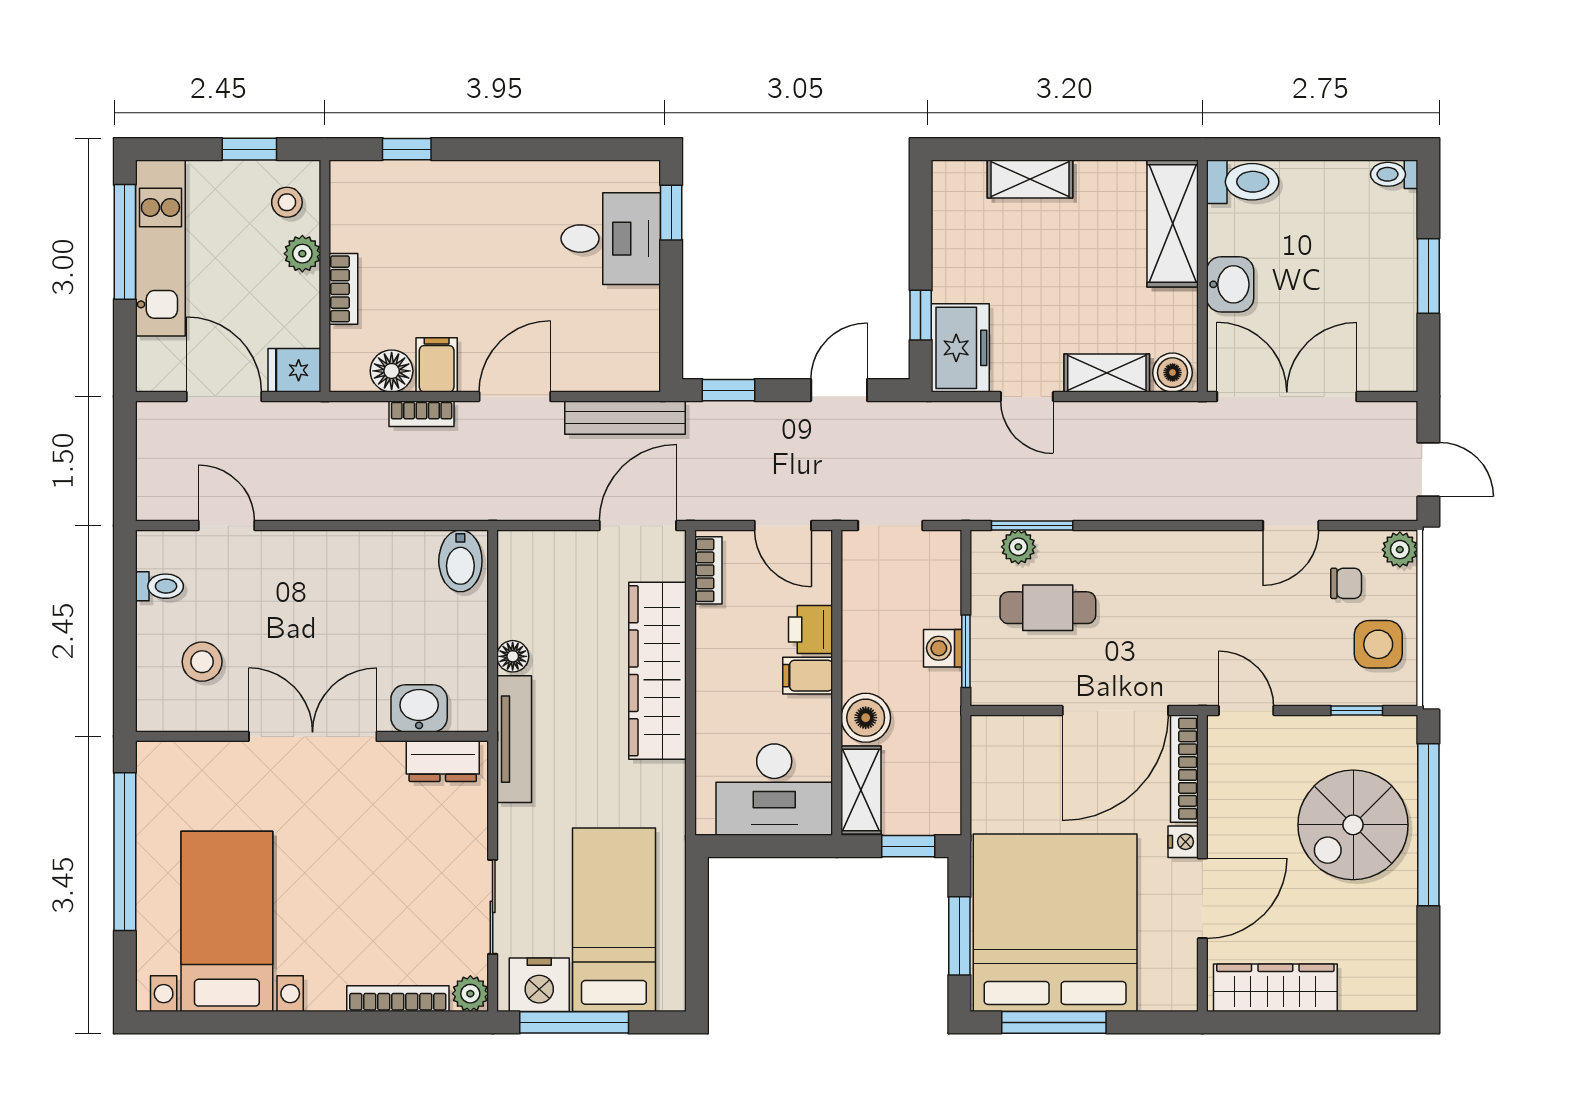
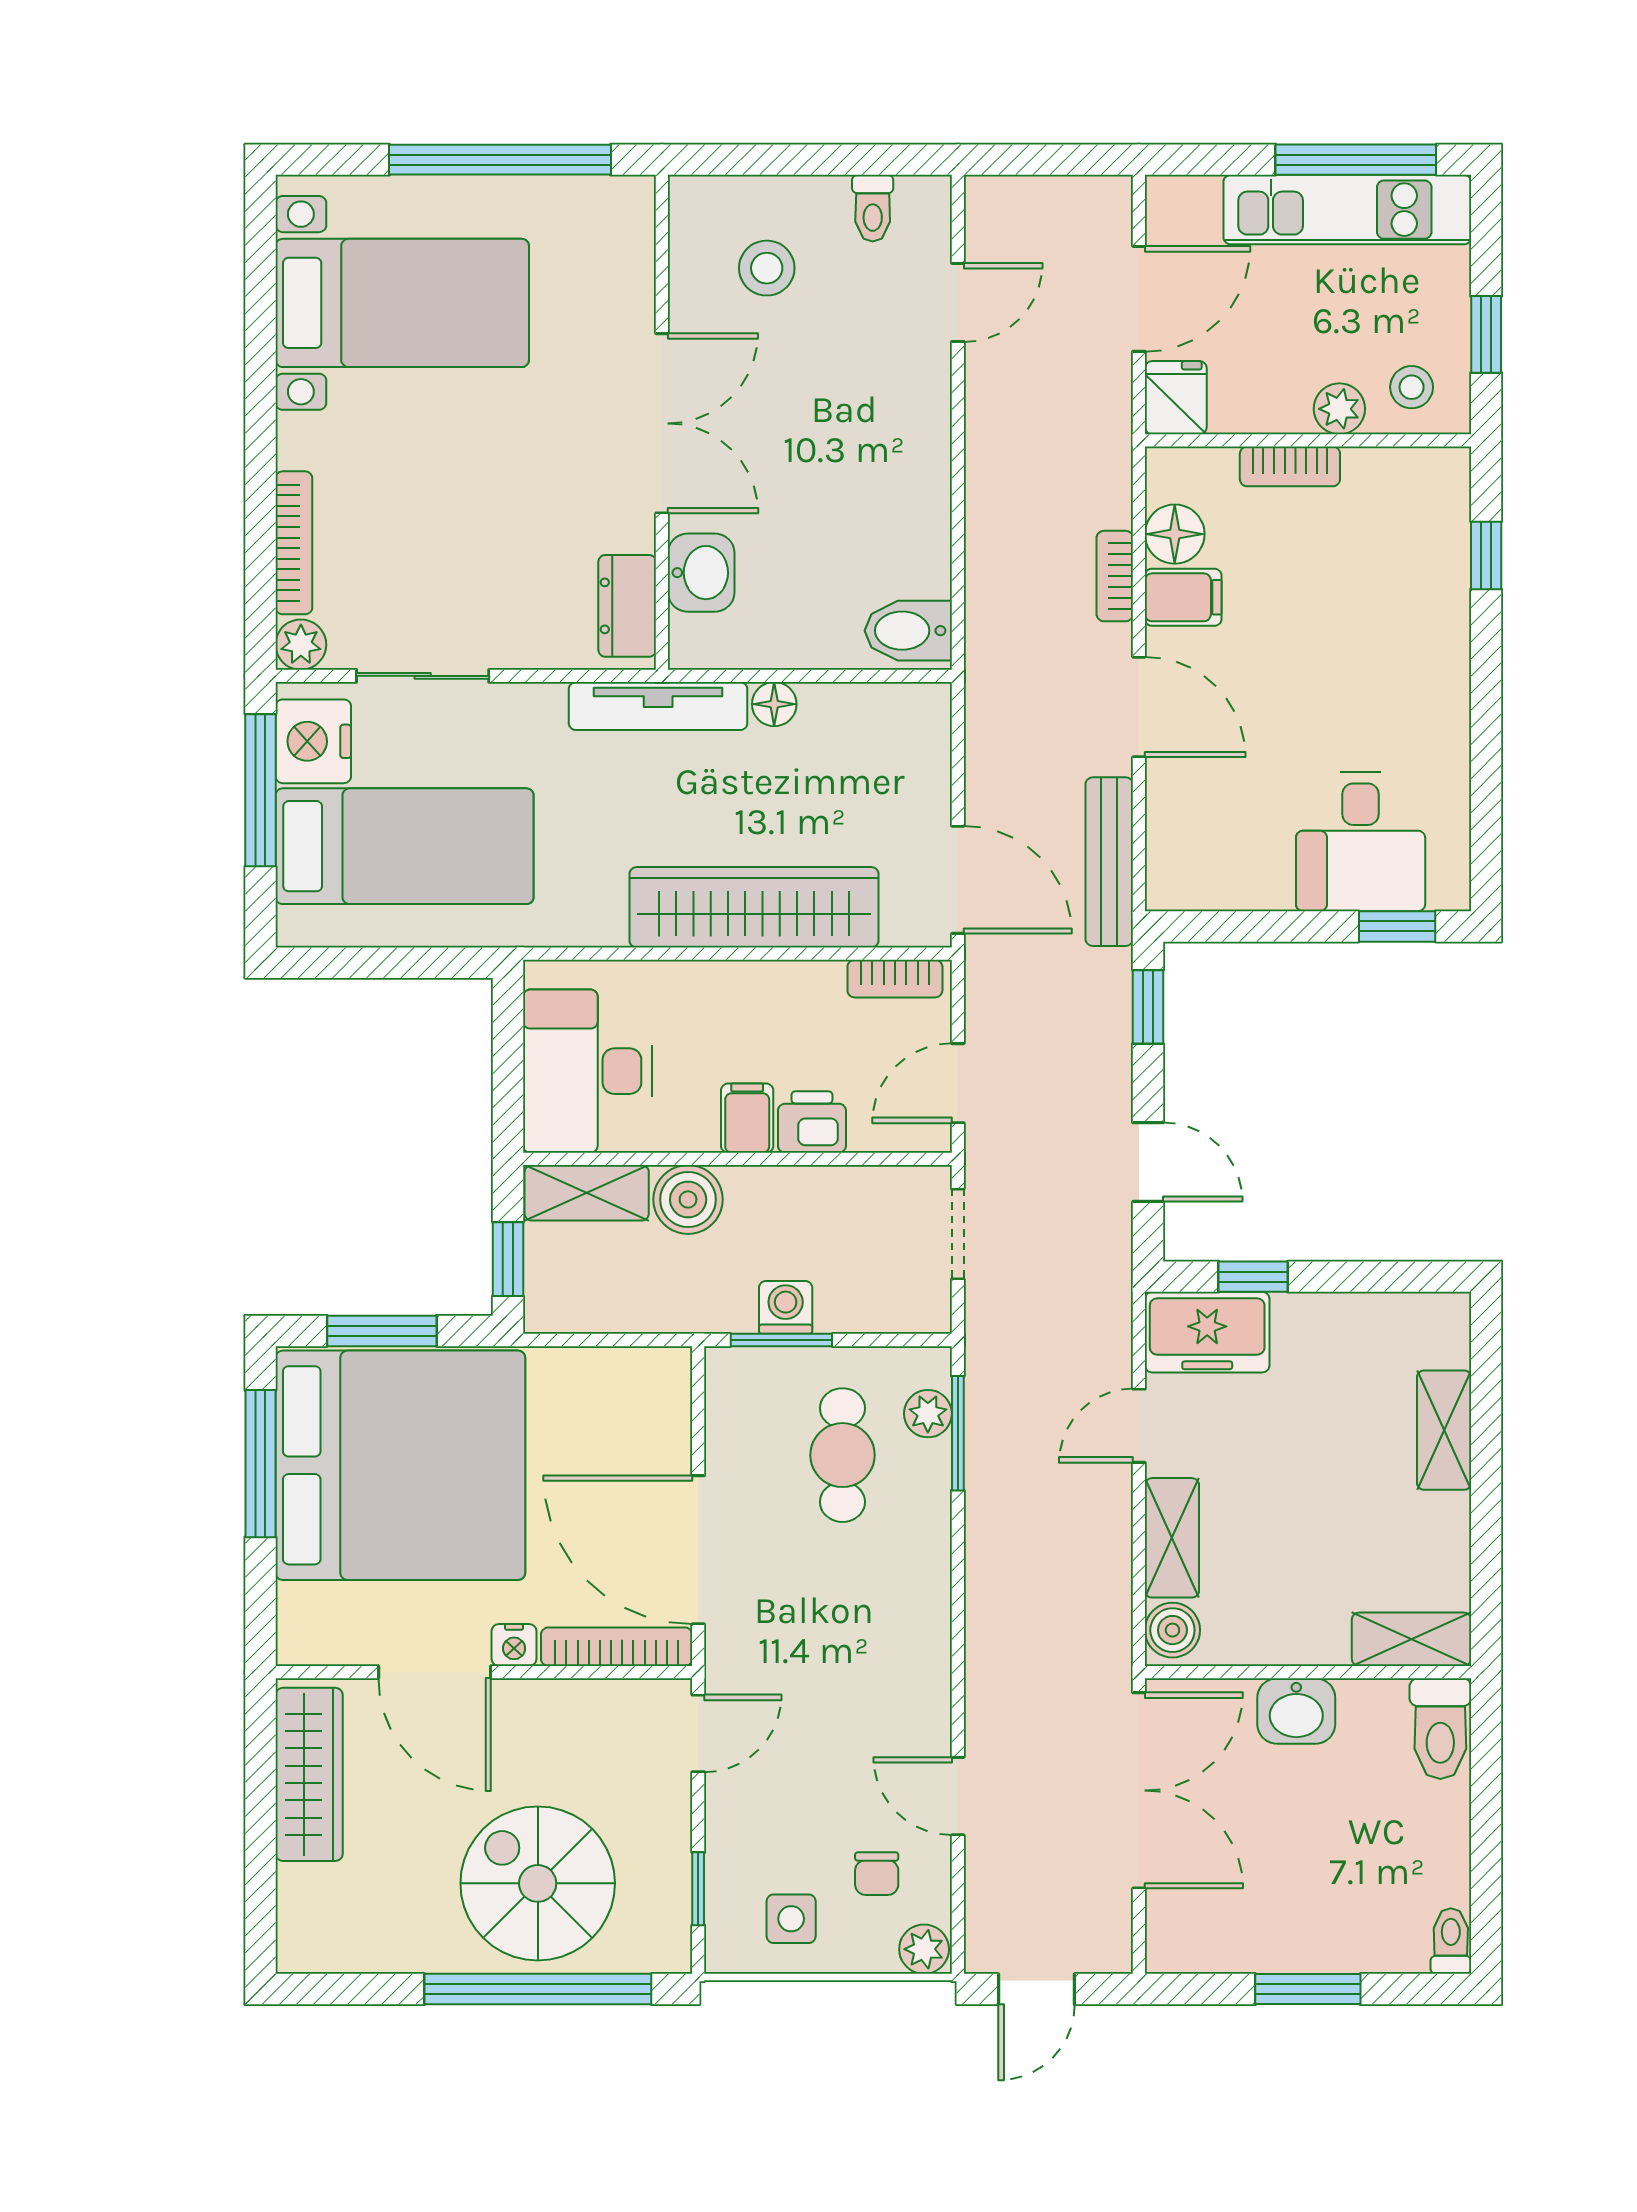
shelving: (1173, 223) -> (1411, 1639), width x0.67, depth x0.75
side table: (1378, 644) -> (791, 1919), width x0.73, depth x0.73

